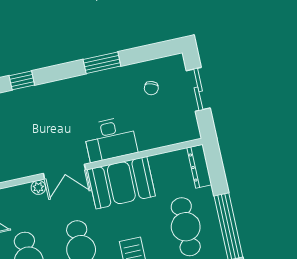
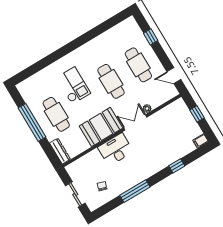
window: (102, 63) -> (135, 191), width x1.44

